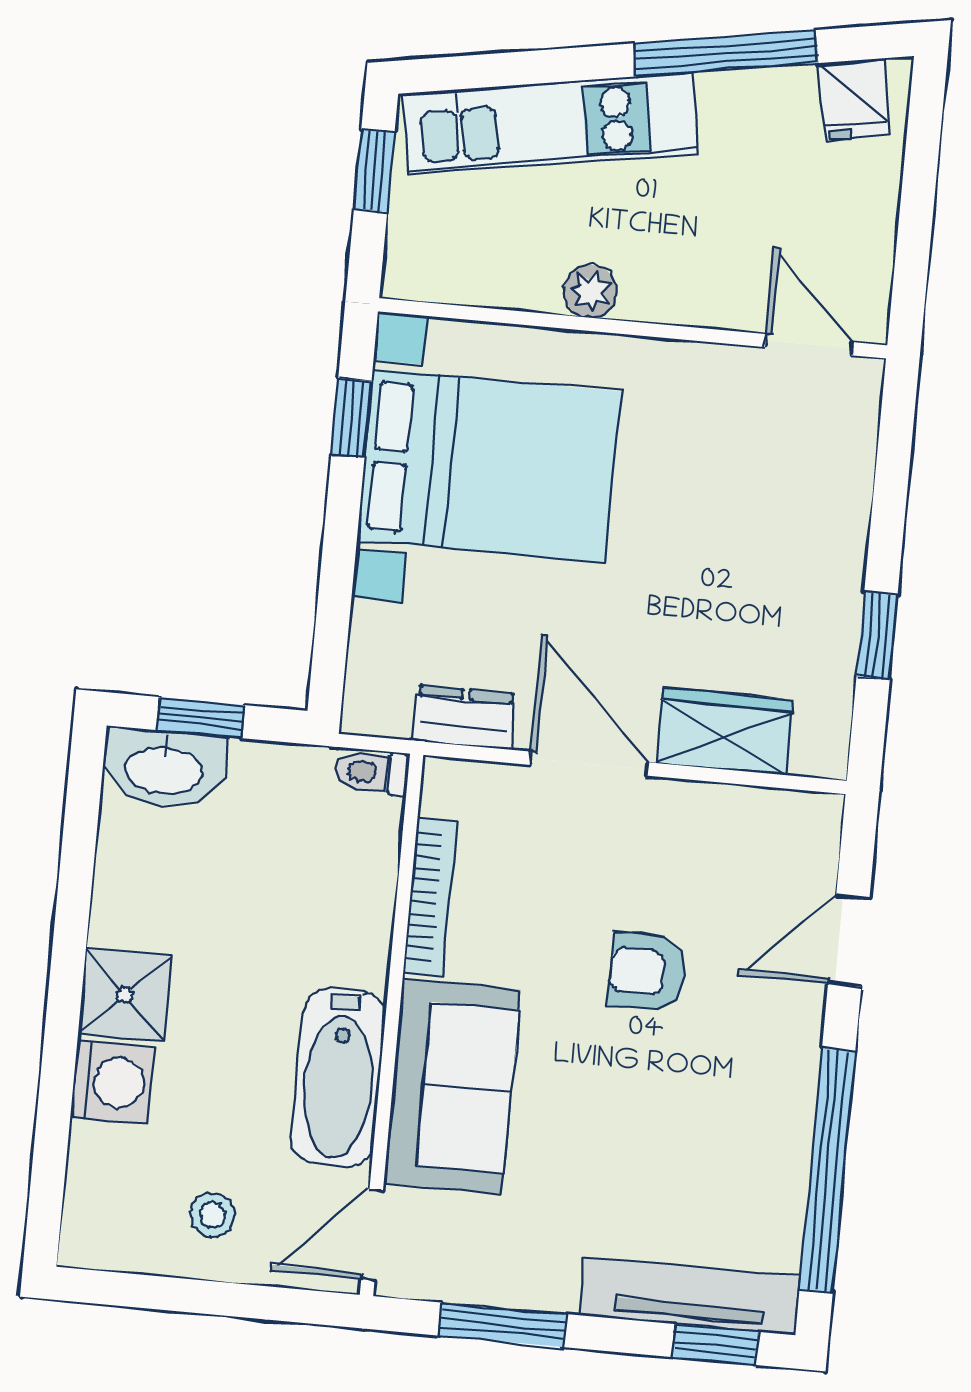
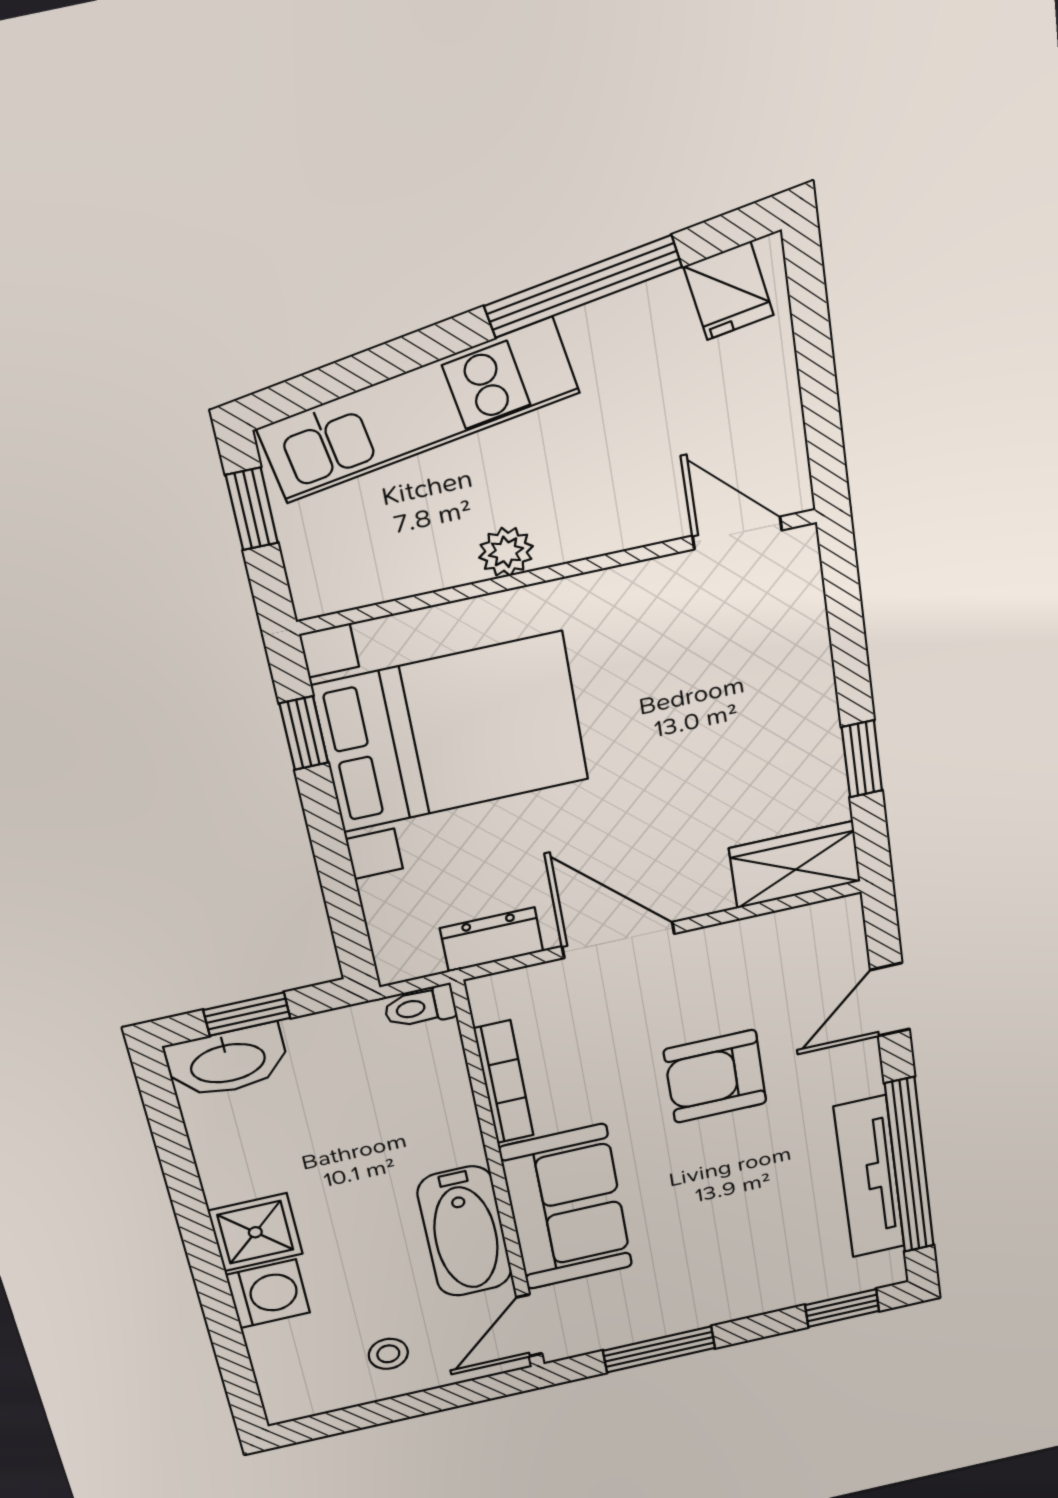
wardrobe: (725, 731) -> (795, 865), moved
armchair: (647, 972) -> (715, 1076), width x1.38, depth x1.38
tv unit: (690, 1296) -> (869, 1177), moved, turned -90

